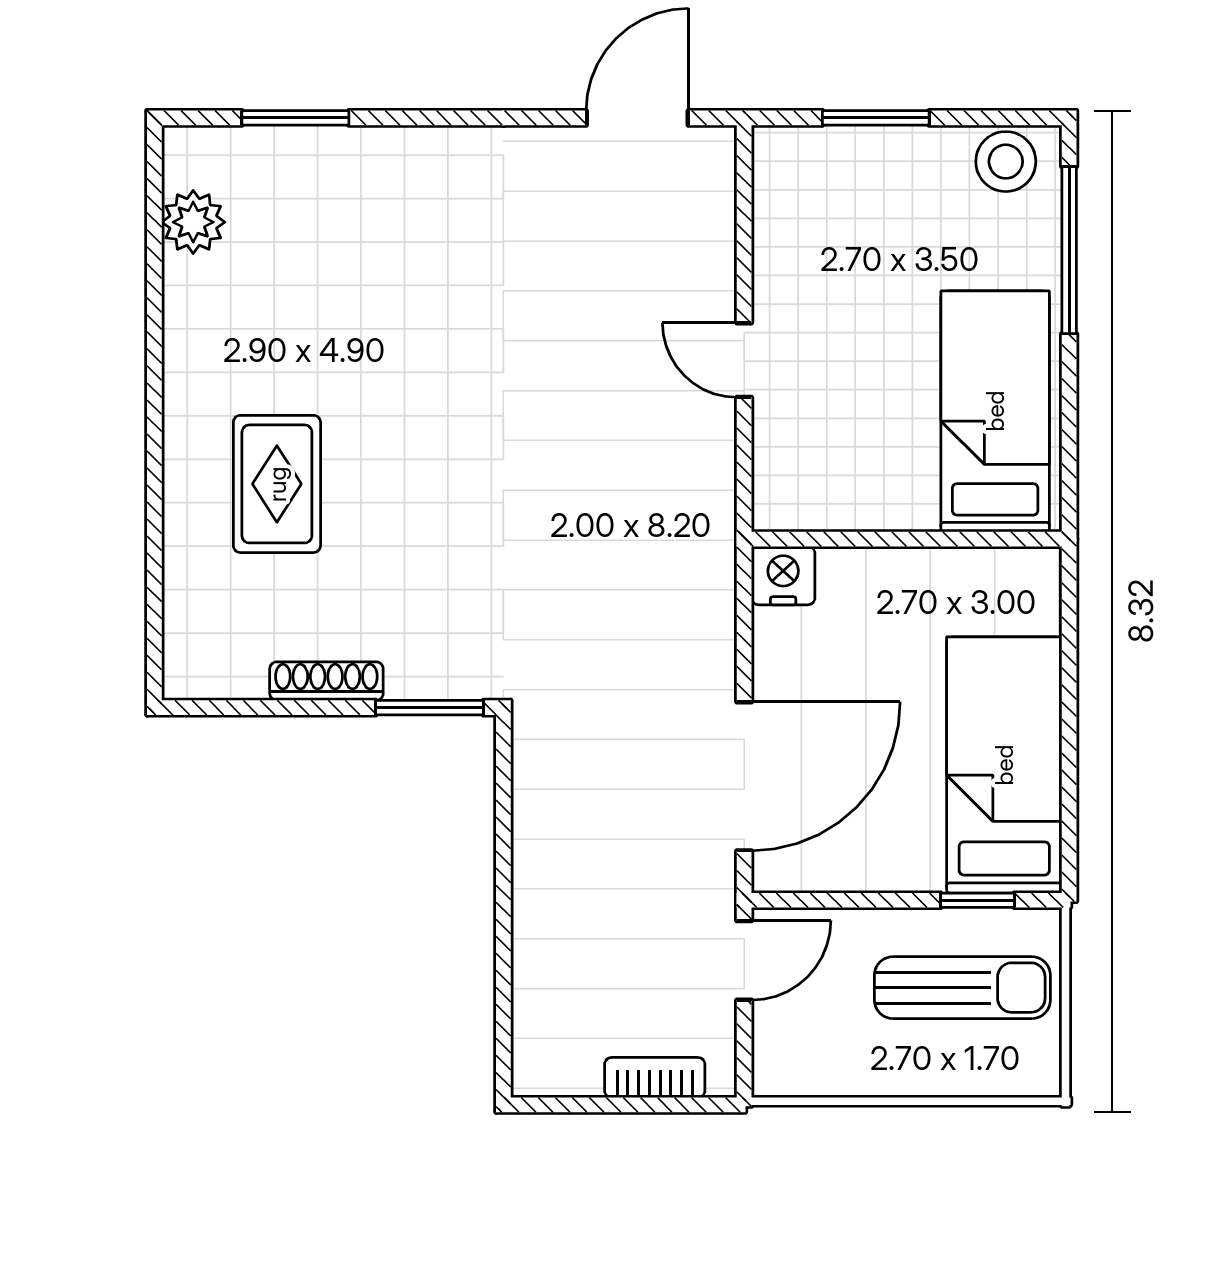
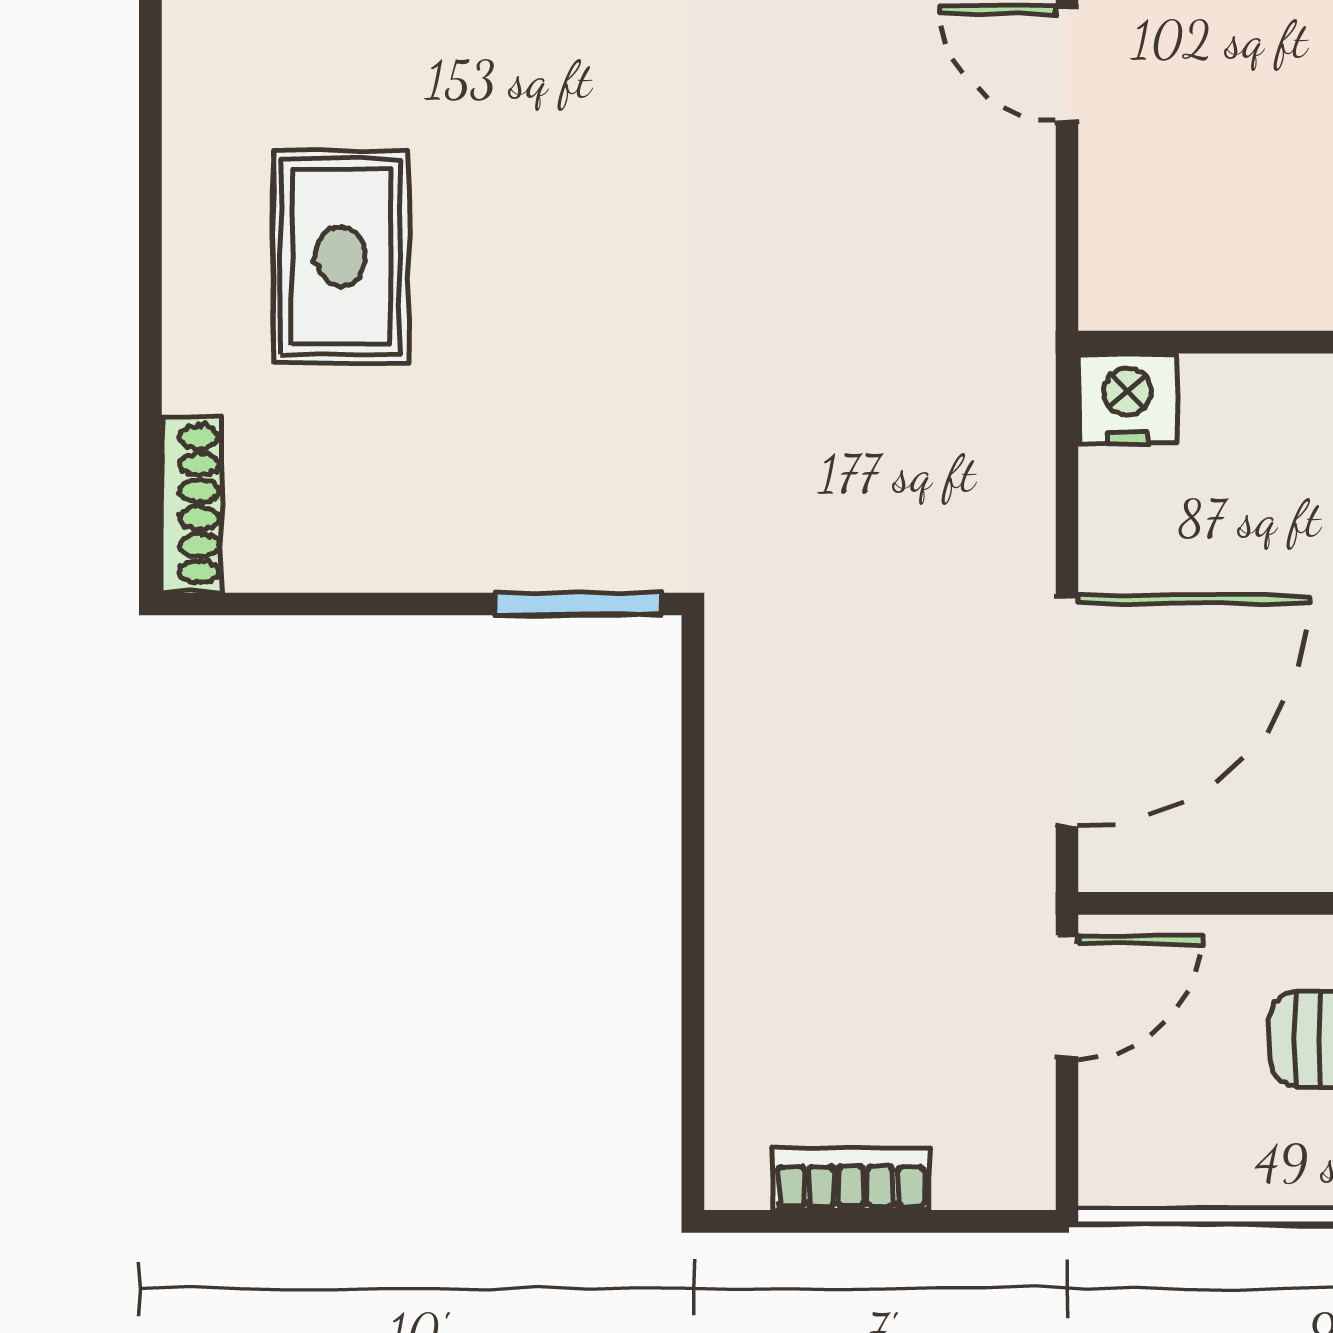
shoe rack: (326, 681) -> (192, 505), moved, turned 90
bookcase: (655, 1078) -> (851, 1179), moved

